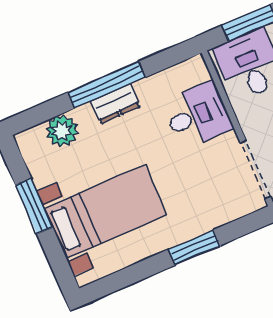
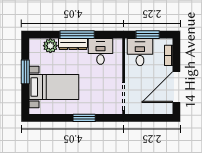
dresser: (115, 104) -> (73, 44), width x1.44
desk: (197, 115) -> (100, 51), moved, turned -90

